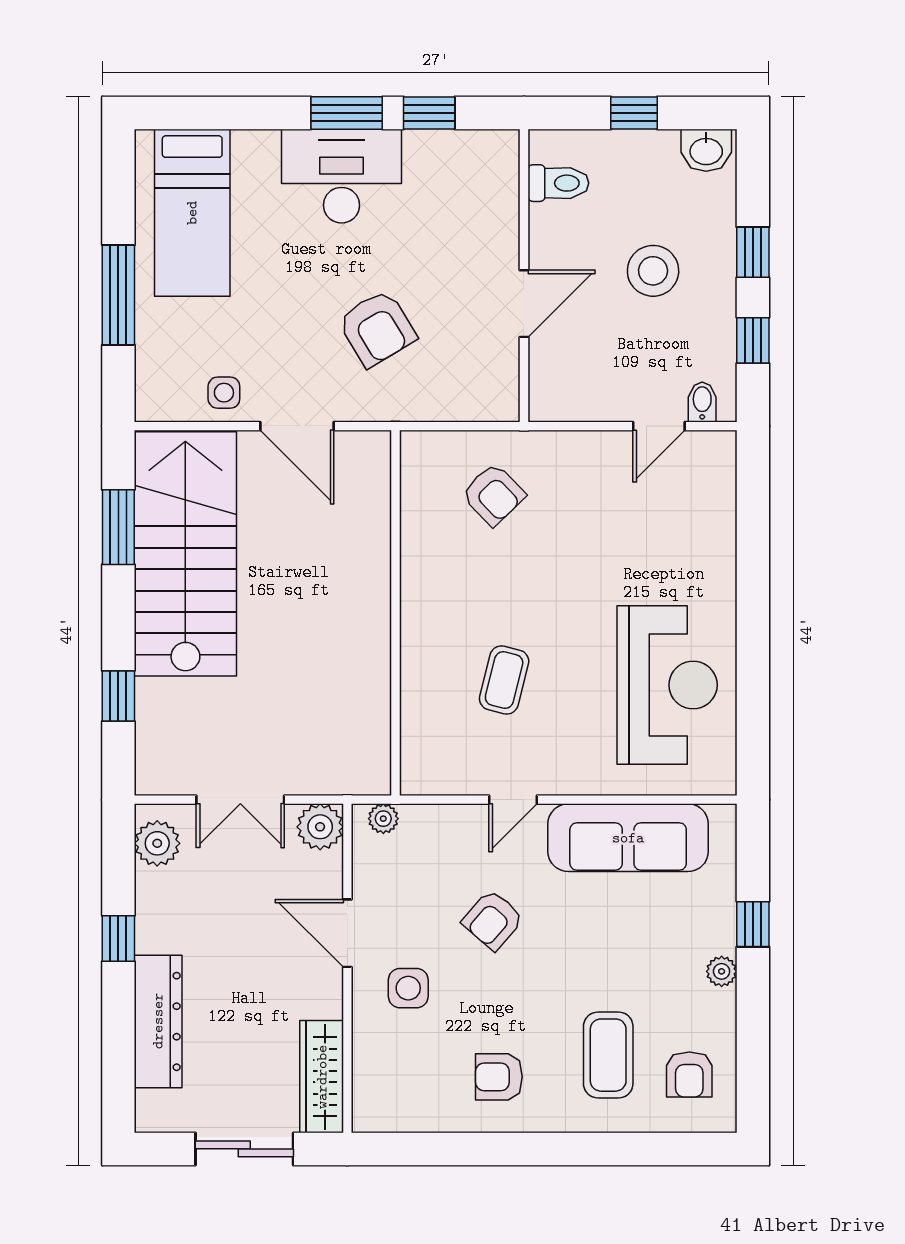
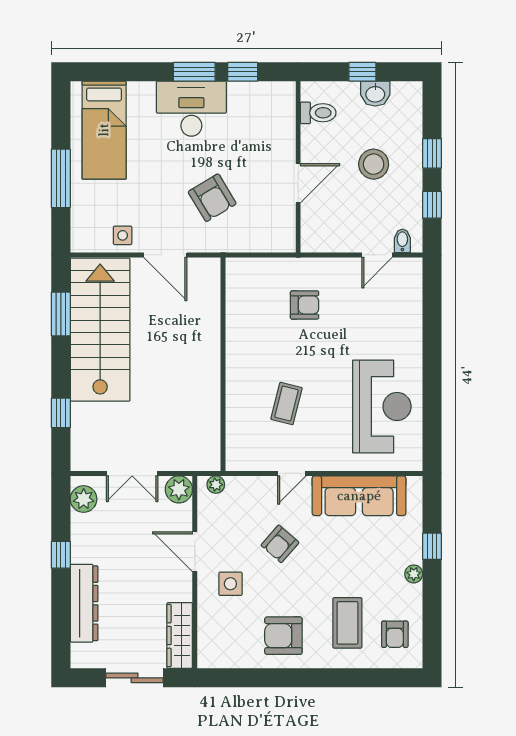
washbasin: (706, 150) -> (375, 94), moved
armchair: (493, 494) -> (305, 305), moved, turned -46
armchair: (499, 1077) -> (283, 636), width x1.38, depth x1.38

